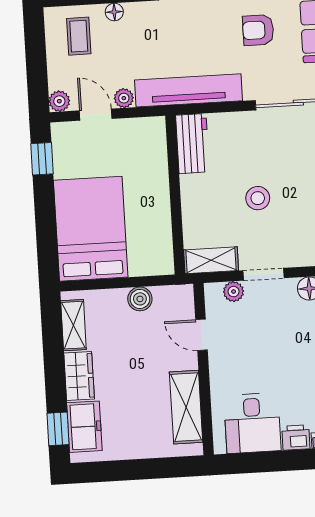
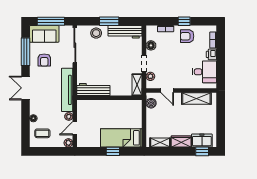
workbench: (192, 144) -> (93, 90), width x1.38
window: (42, 159) -> (113, 151), moved
stool: (258, 198) -> (113, 64), removed
bed: (91, 229) -> (121, 138), width x0.67
boiler: (140, 299) -> (151, 103), moved
door: (201, 335) -> (167, 90), hinge flipped

